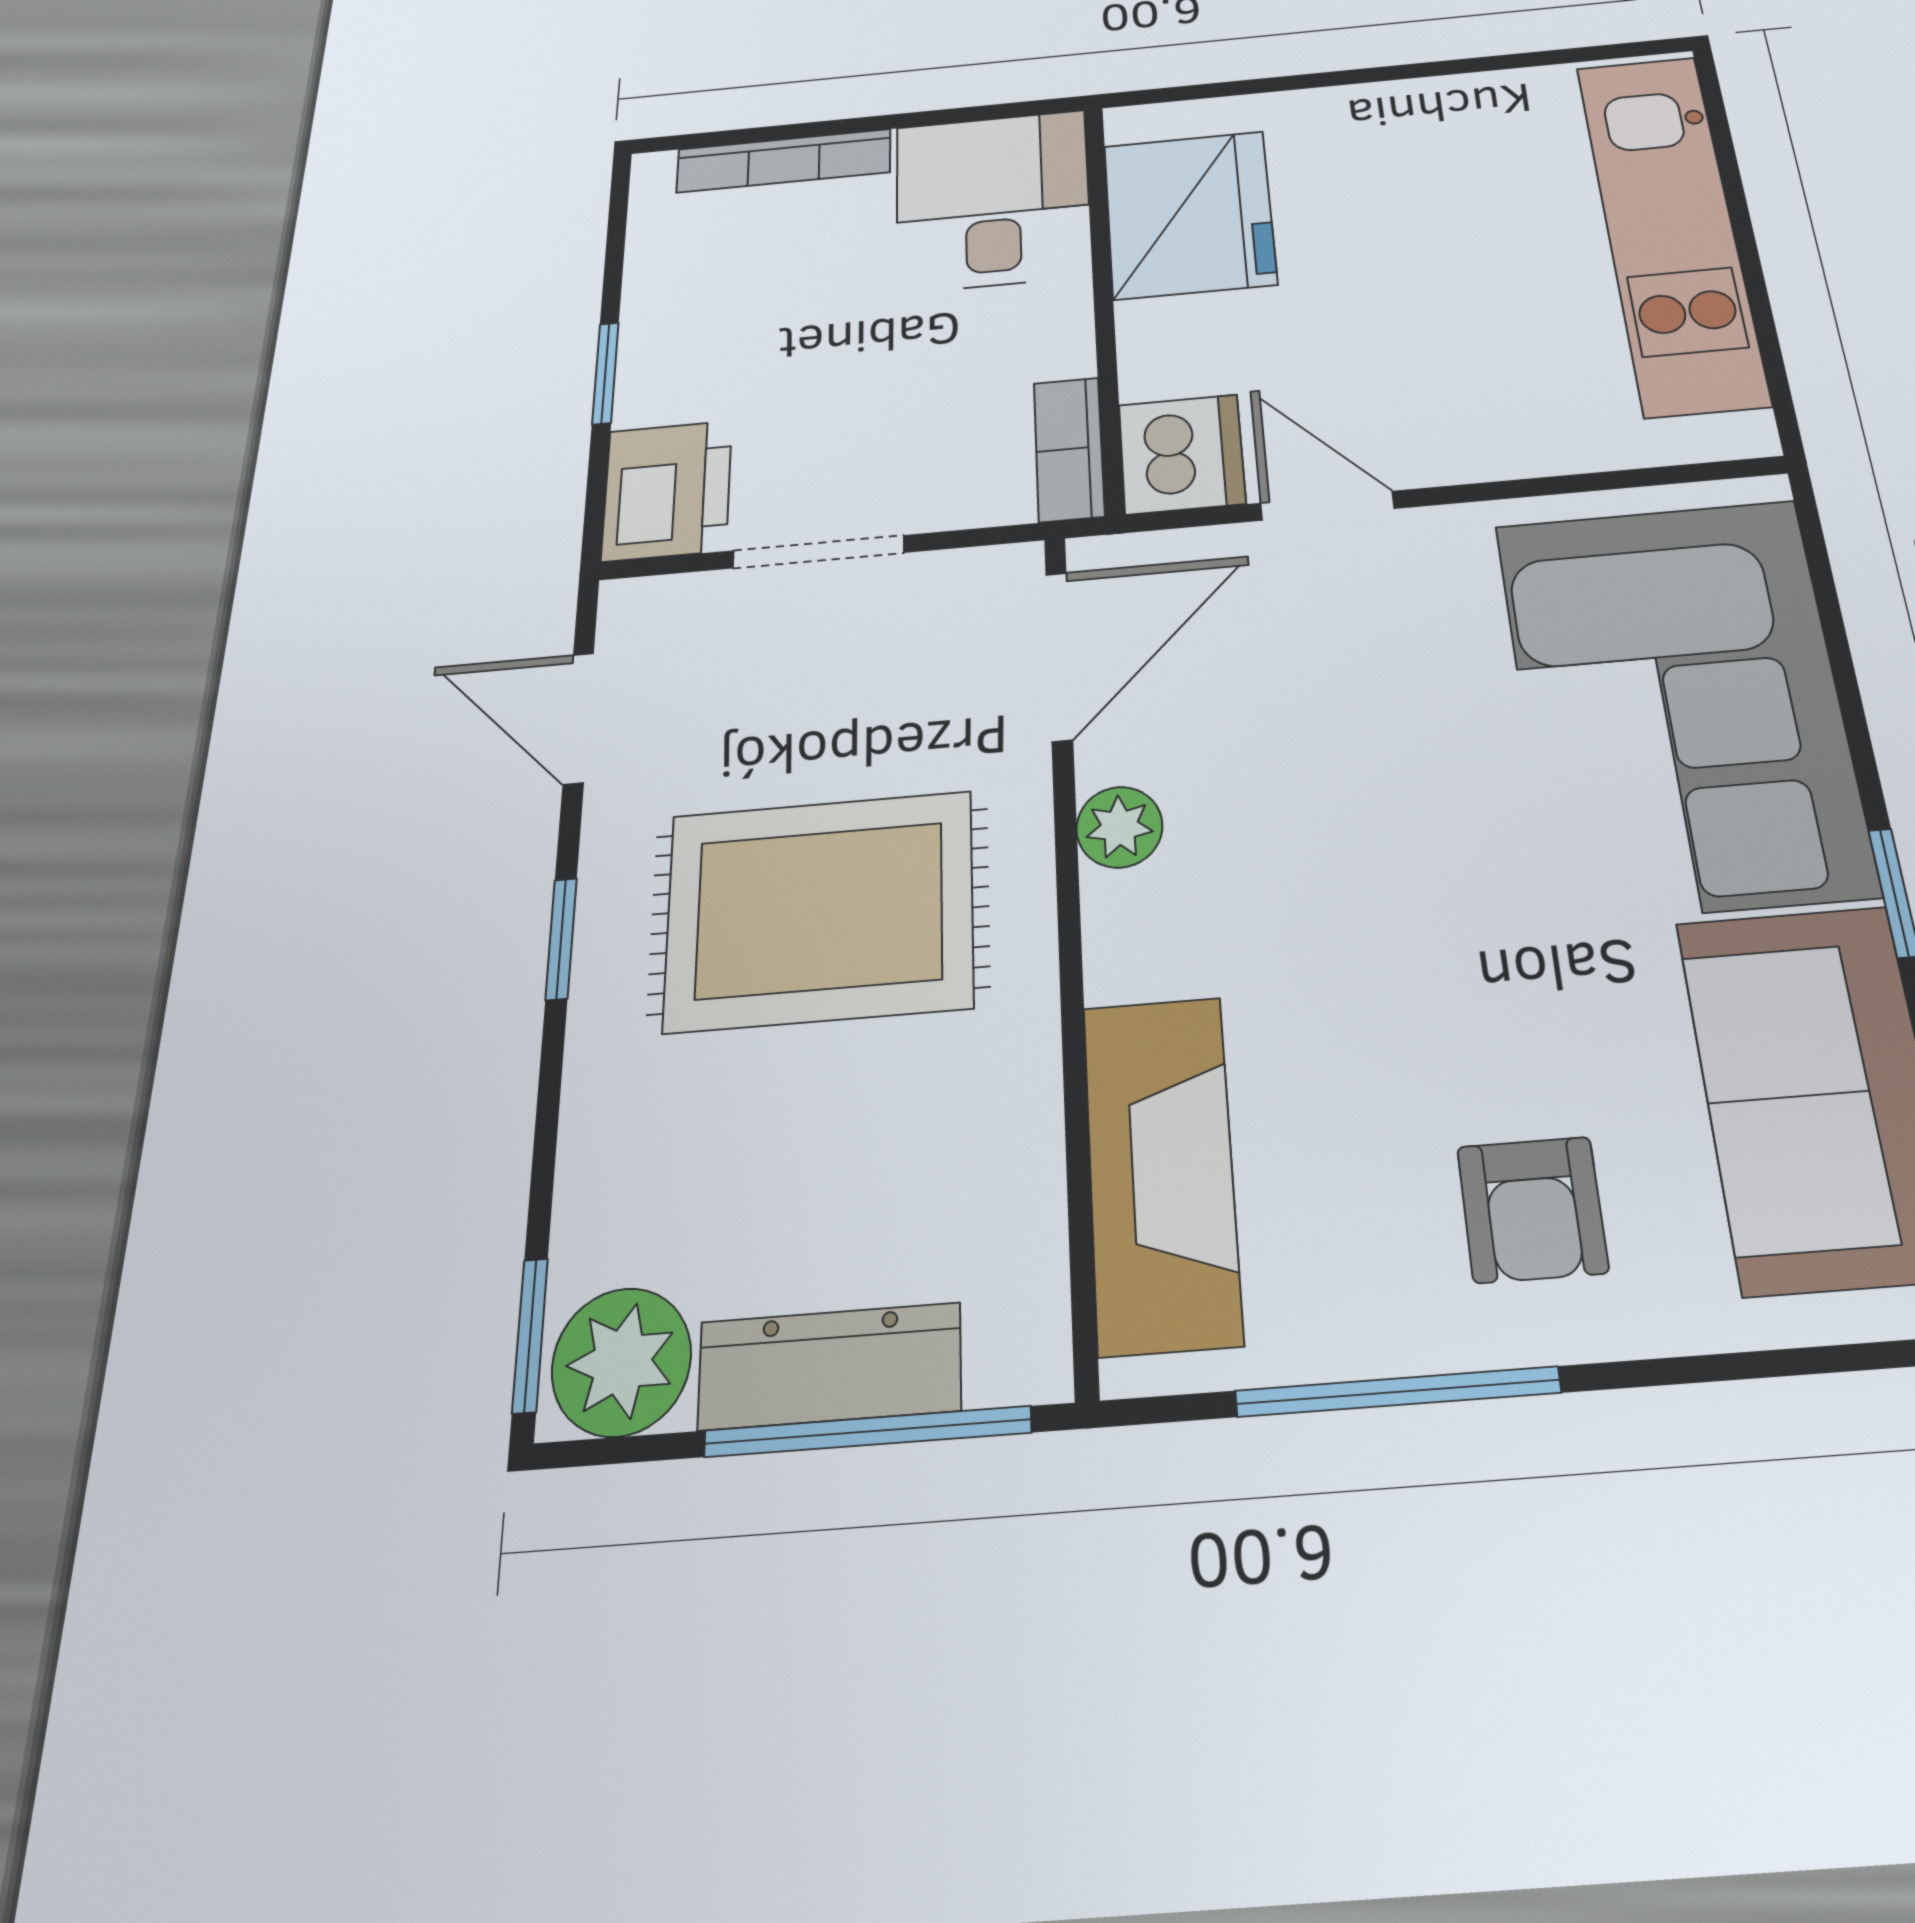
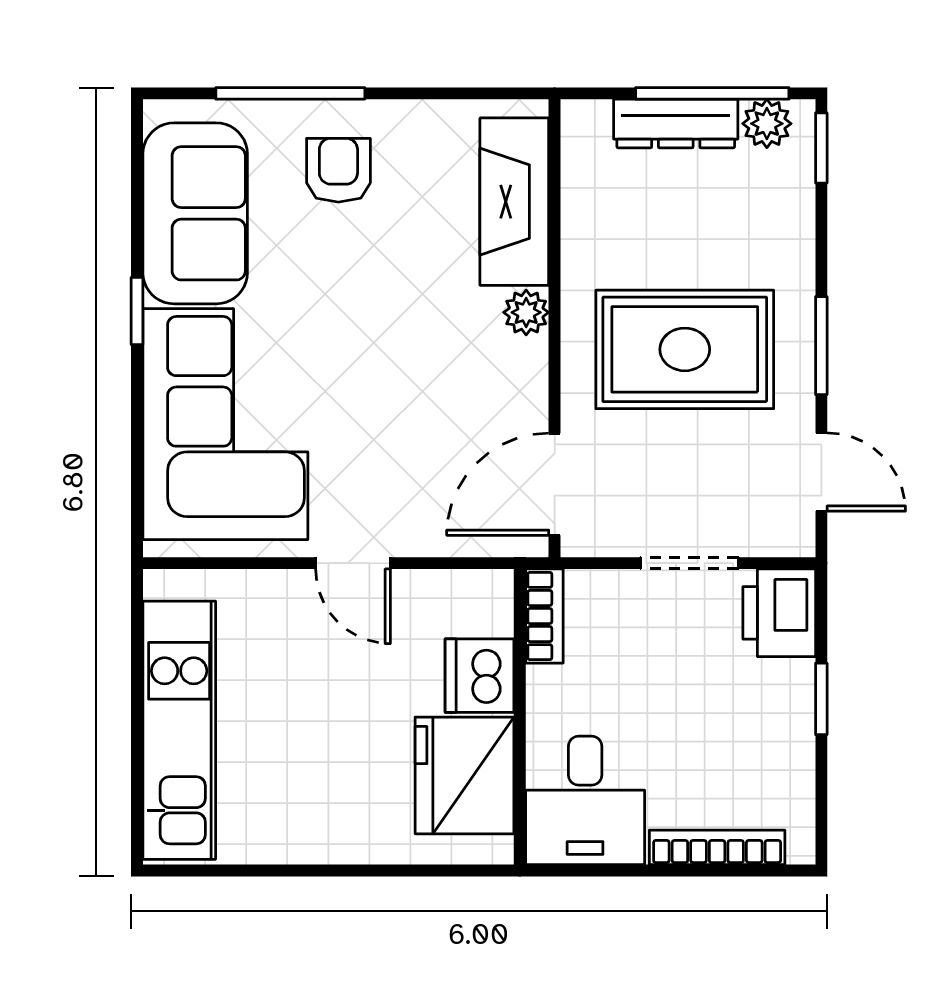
dishwasher: (1182, 454) -> (480, 676), moved
door: (1327, 506) -> (353, 563), moved
plant: (1119, 827) -> (526, 312), moved
window: (561, 939) -> (821, 346), width x1.50
plant: (621, 1362) -> (767, 124), width x0.73, depth x0.73
window: (1398, 1392) -> (290, 93), moved
window: (867, 1432) -> (712, 93), moved

